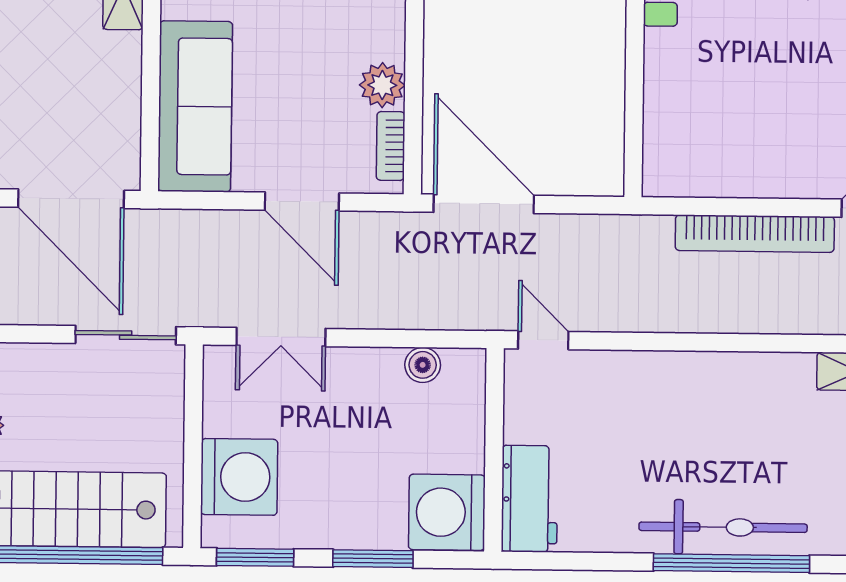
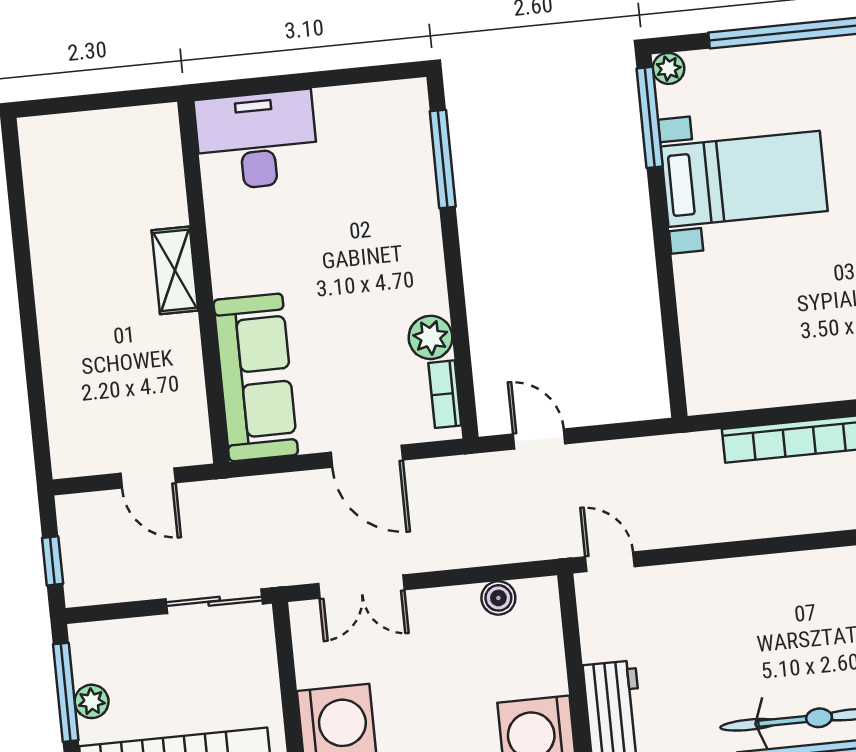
door: (71, 199) -> (148, 478), width x0.53
door: (484, 204) -> (539, 439), width x0.53

